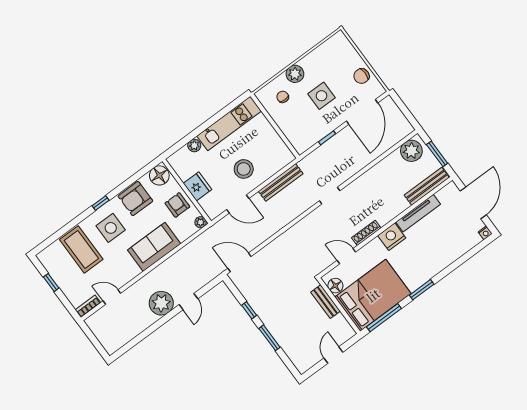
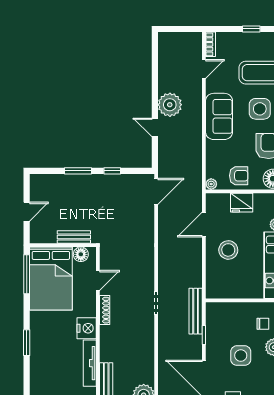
bench: (281, 182) -> (196, 311), moved
sofa: (154, 247) -> (219, 116), moved
window: (422, 290) -> (27, 343), moved
door: (333, 355) -> (27, 212), hinge flipped

